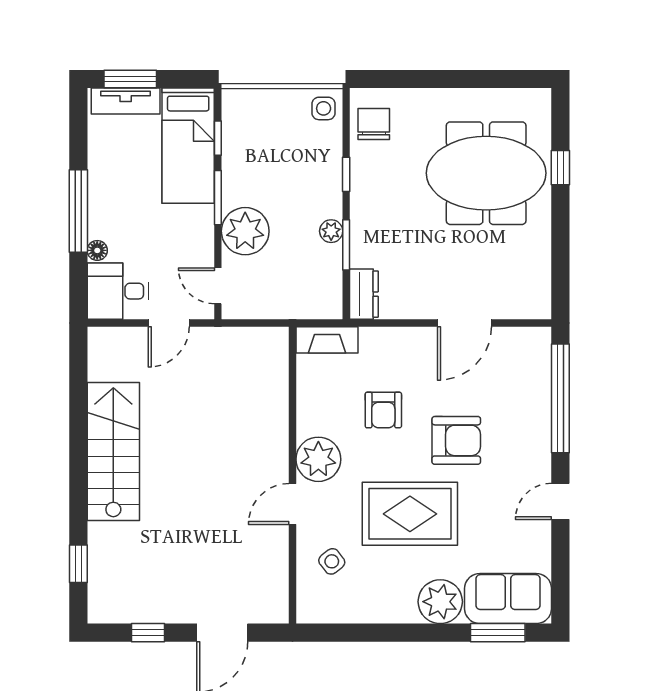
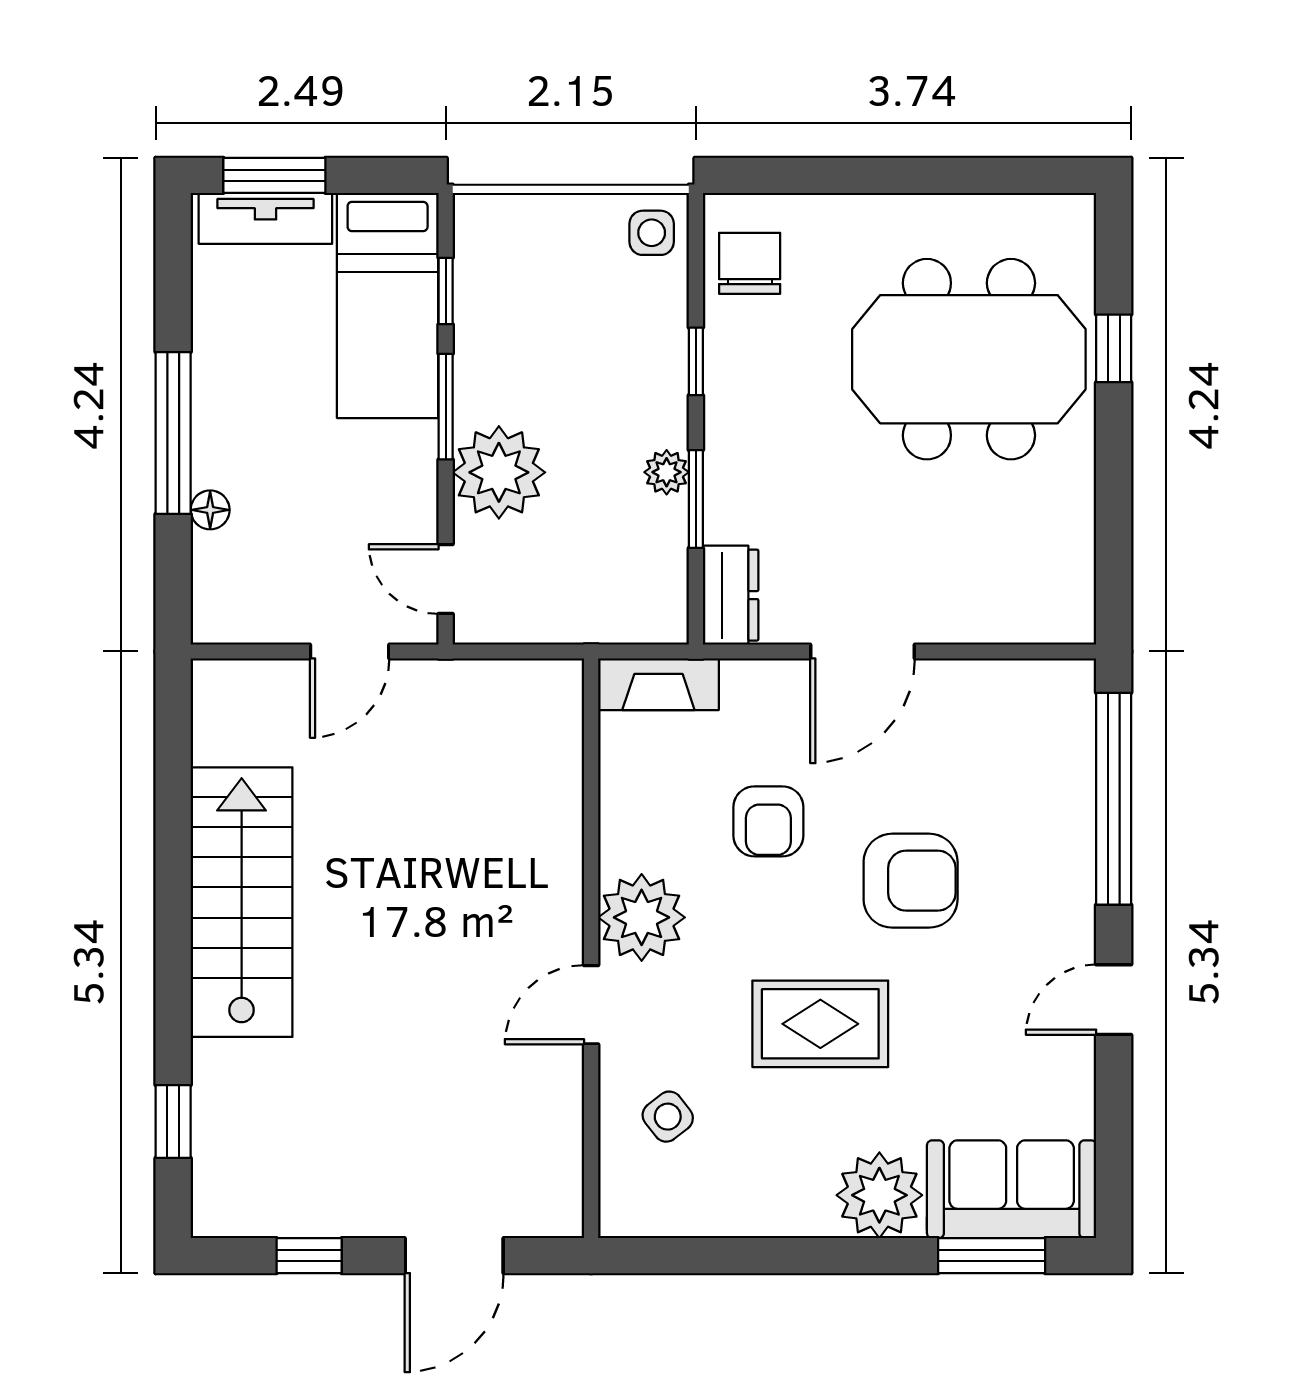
desk: (118, 291) -> (250, 589), removed
door: (465, 323) -> (863, 651), moved
rug: (410, 514) -> (820, 1024), width x0.73, depth x0.70

